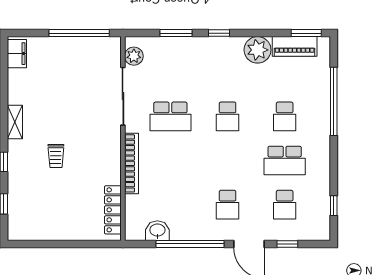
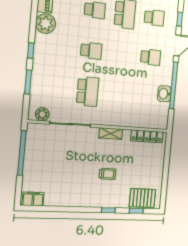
shelving: (15, 122) -> (111, 133), moved
bookcase: (132, 163) -> (117, 121), removed
pallet: (23, 212) -> (142, 198), added
washbasin: (157, 231) -> (164, 94), moved

